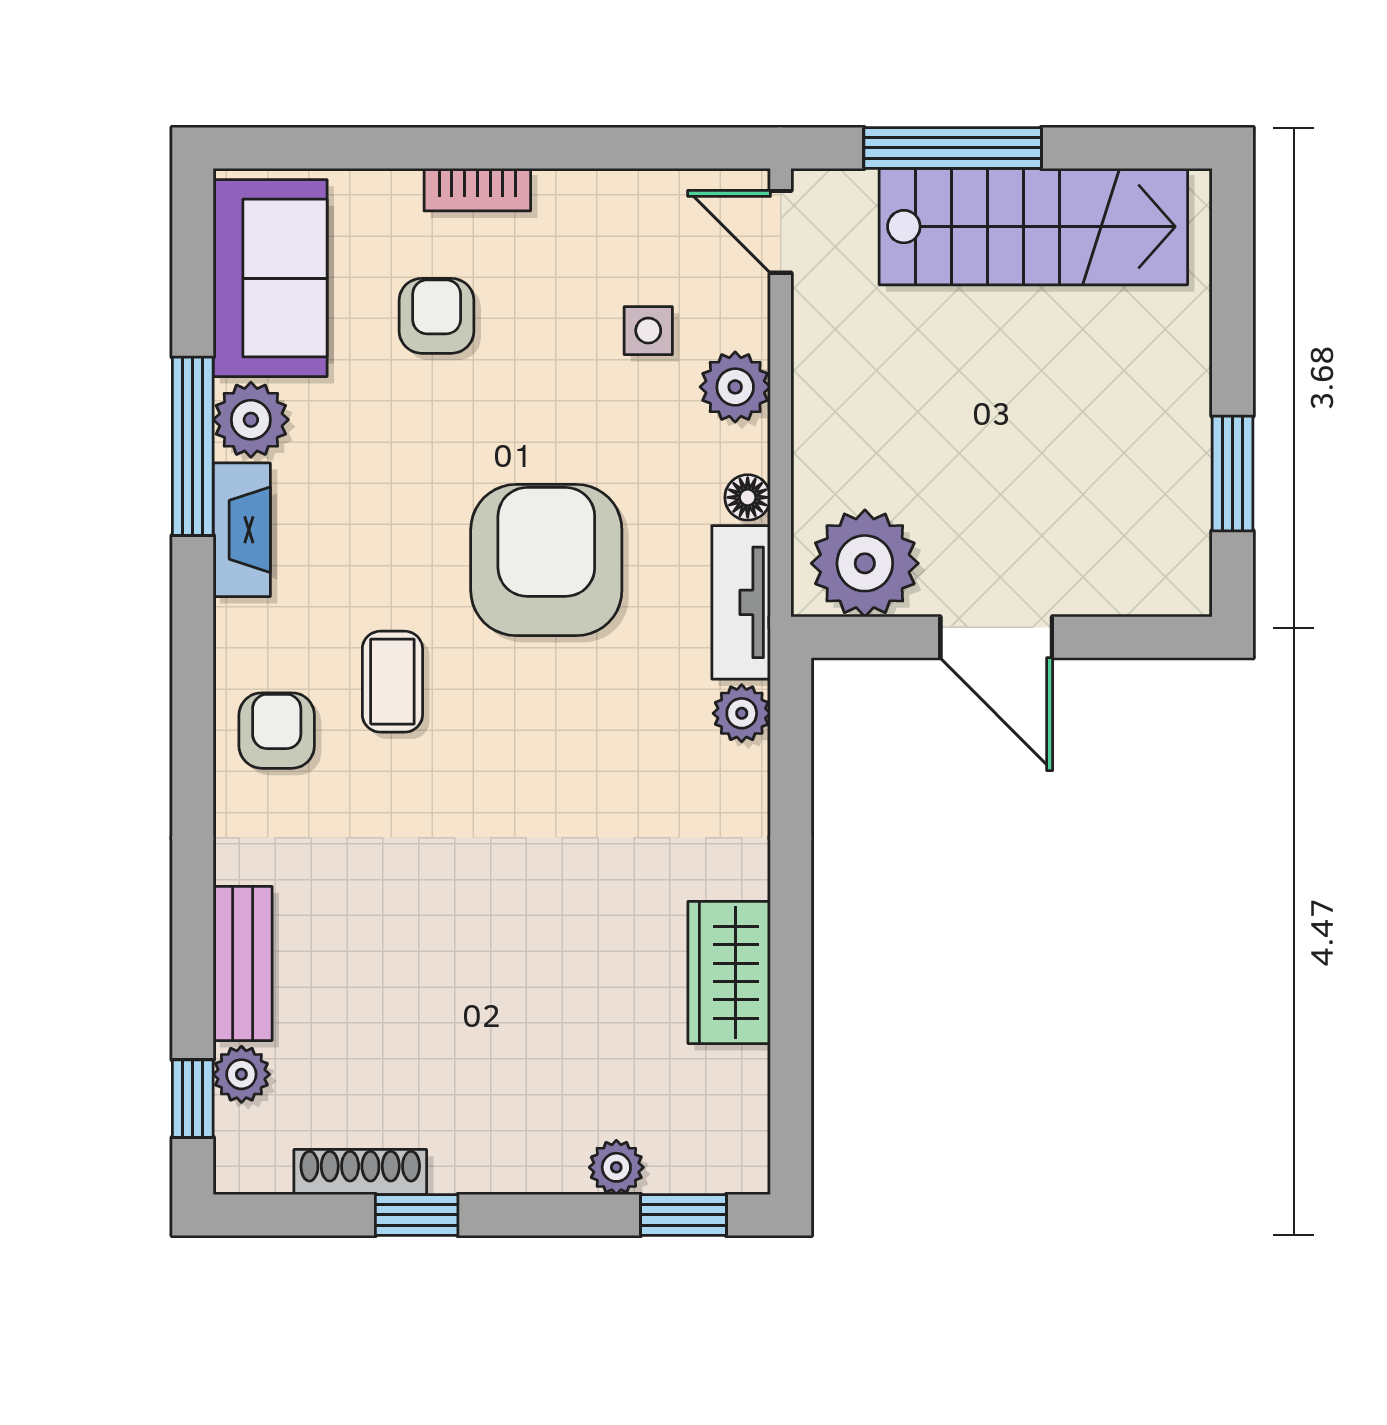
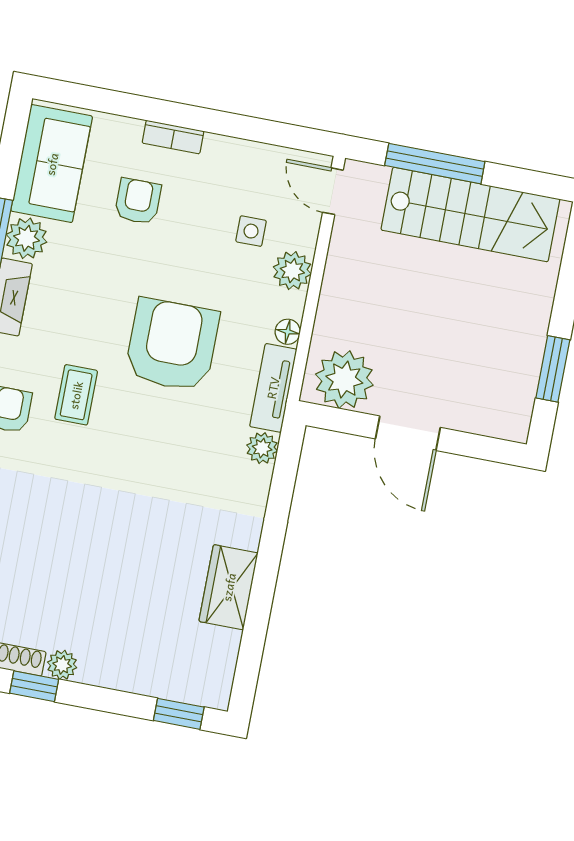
plant: (616, 1167) -> (62, 665), moved

